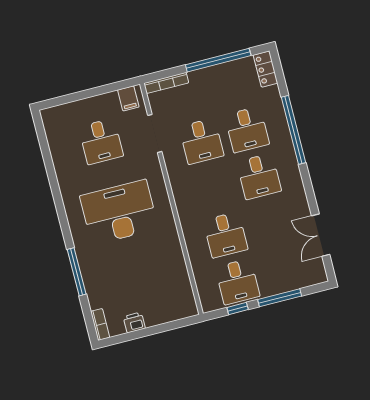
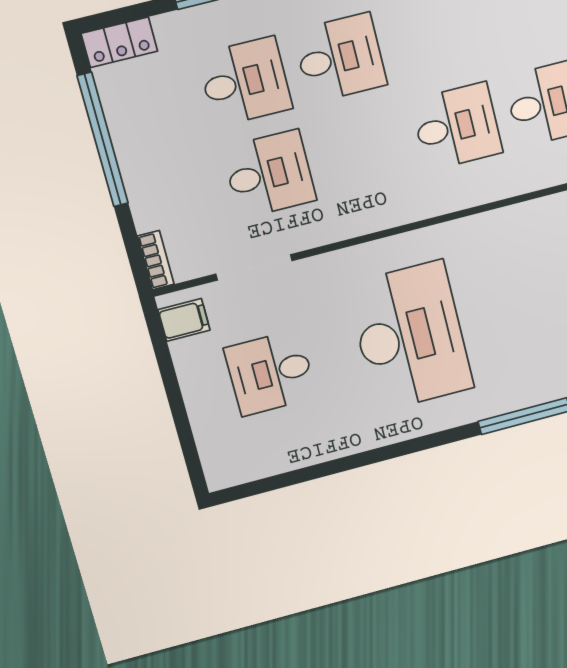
bookcase: (166, 83) -> (156, 260), width x0.64
desk: (101, 141) -> (271, 373), turned 180
desk: (119, 212) -> (410, 336), turned 180

